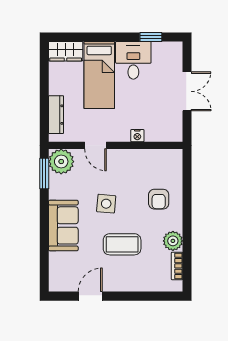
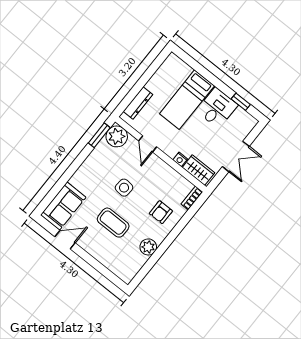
wardrobe: (66, 51) -> (198, 170), moved, turned 180
sofa: (63, 225) -> (63, 206), moved
bookcase: (177, 266) -> (192, 198), moved

